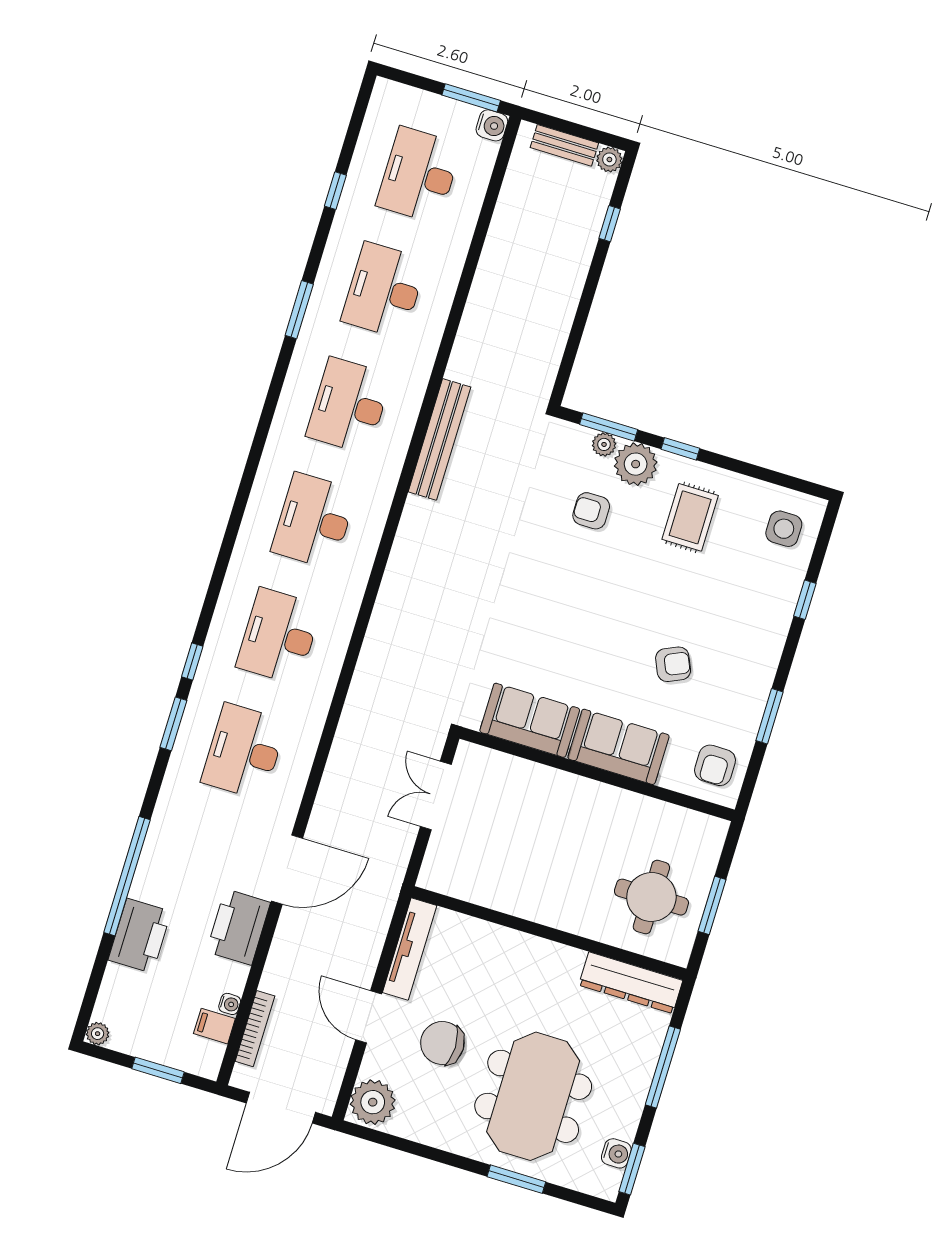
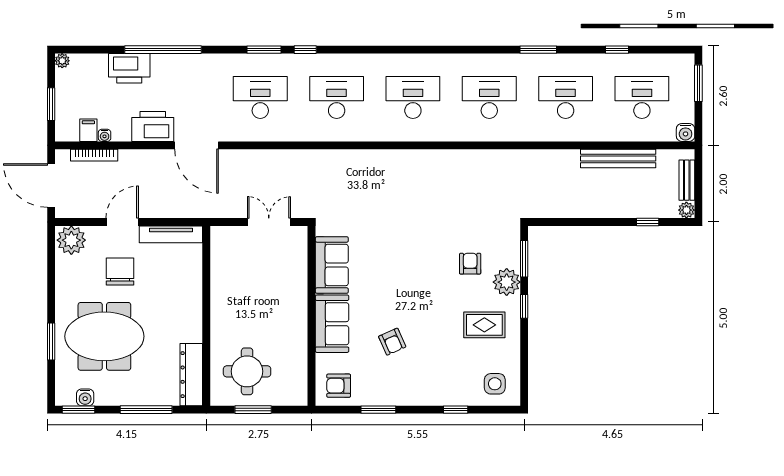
window: (471, 98) -> (698, 83), moved
bench: (439, 439) -> (618, 159), moved
plant: (604, 444) -> (513, 259), removed

